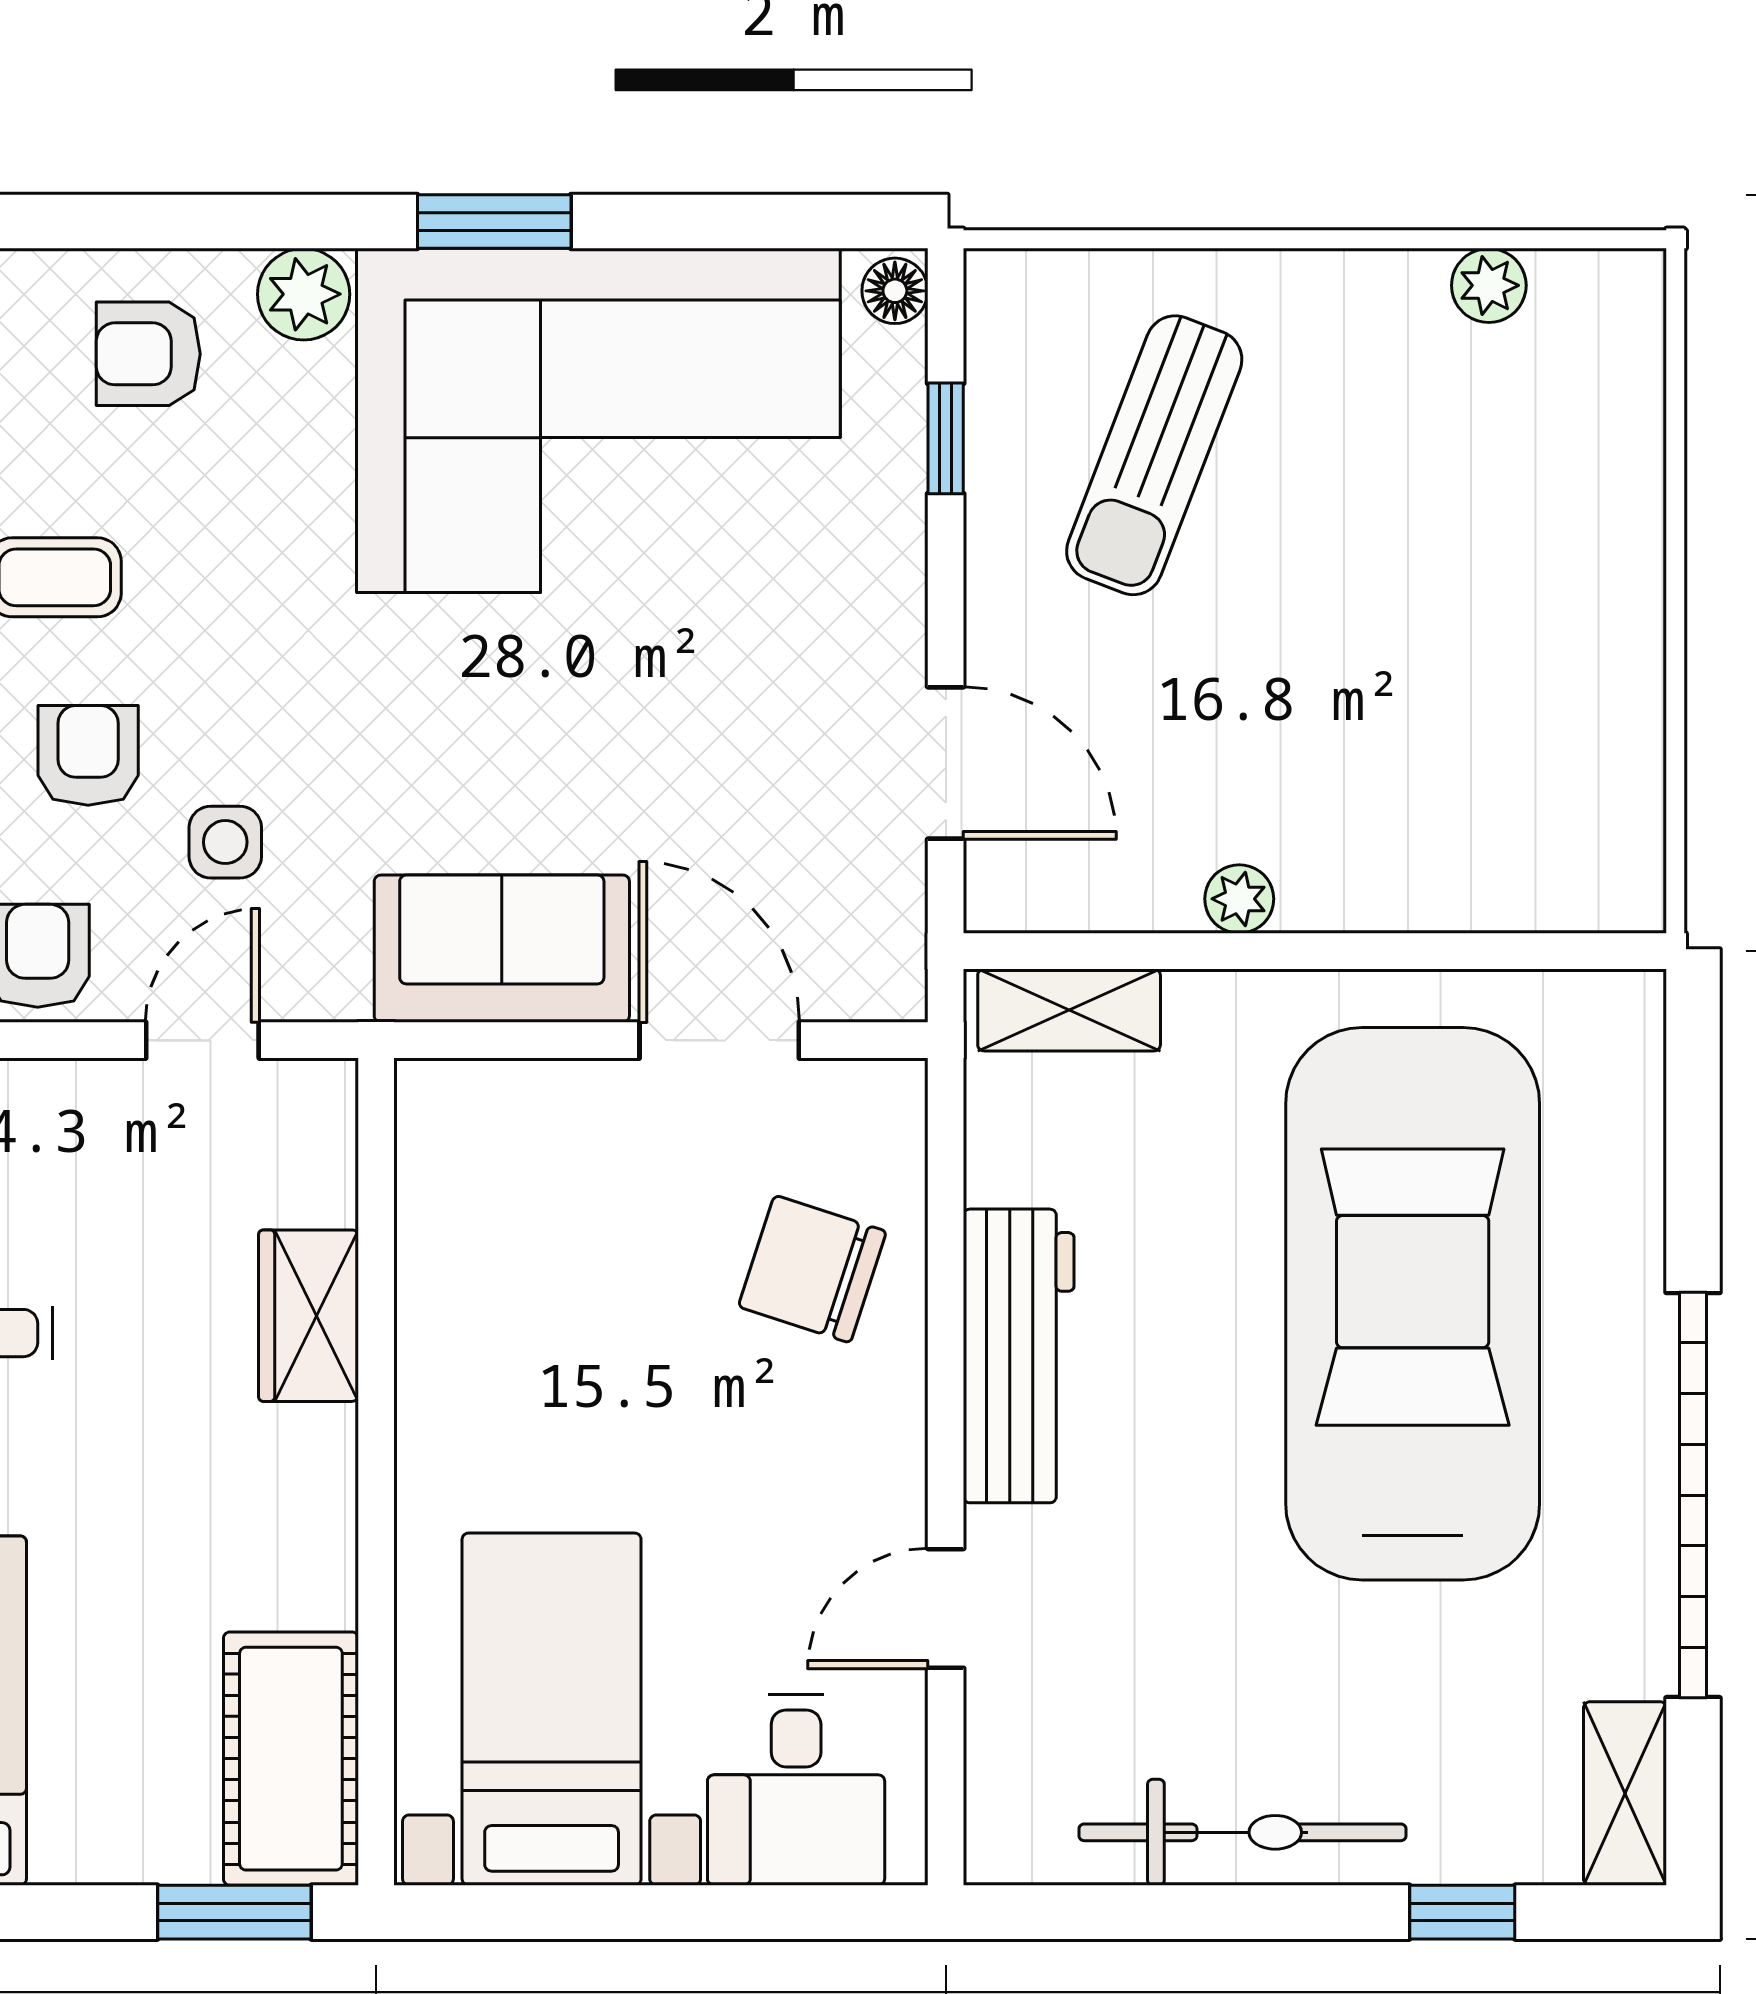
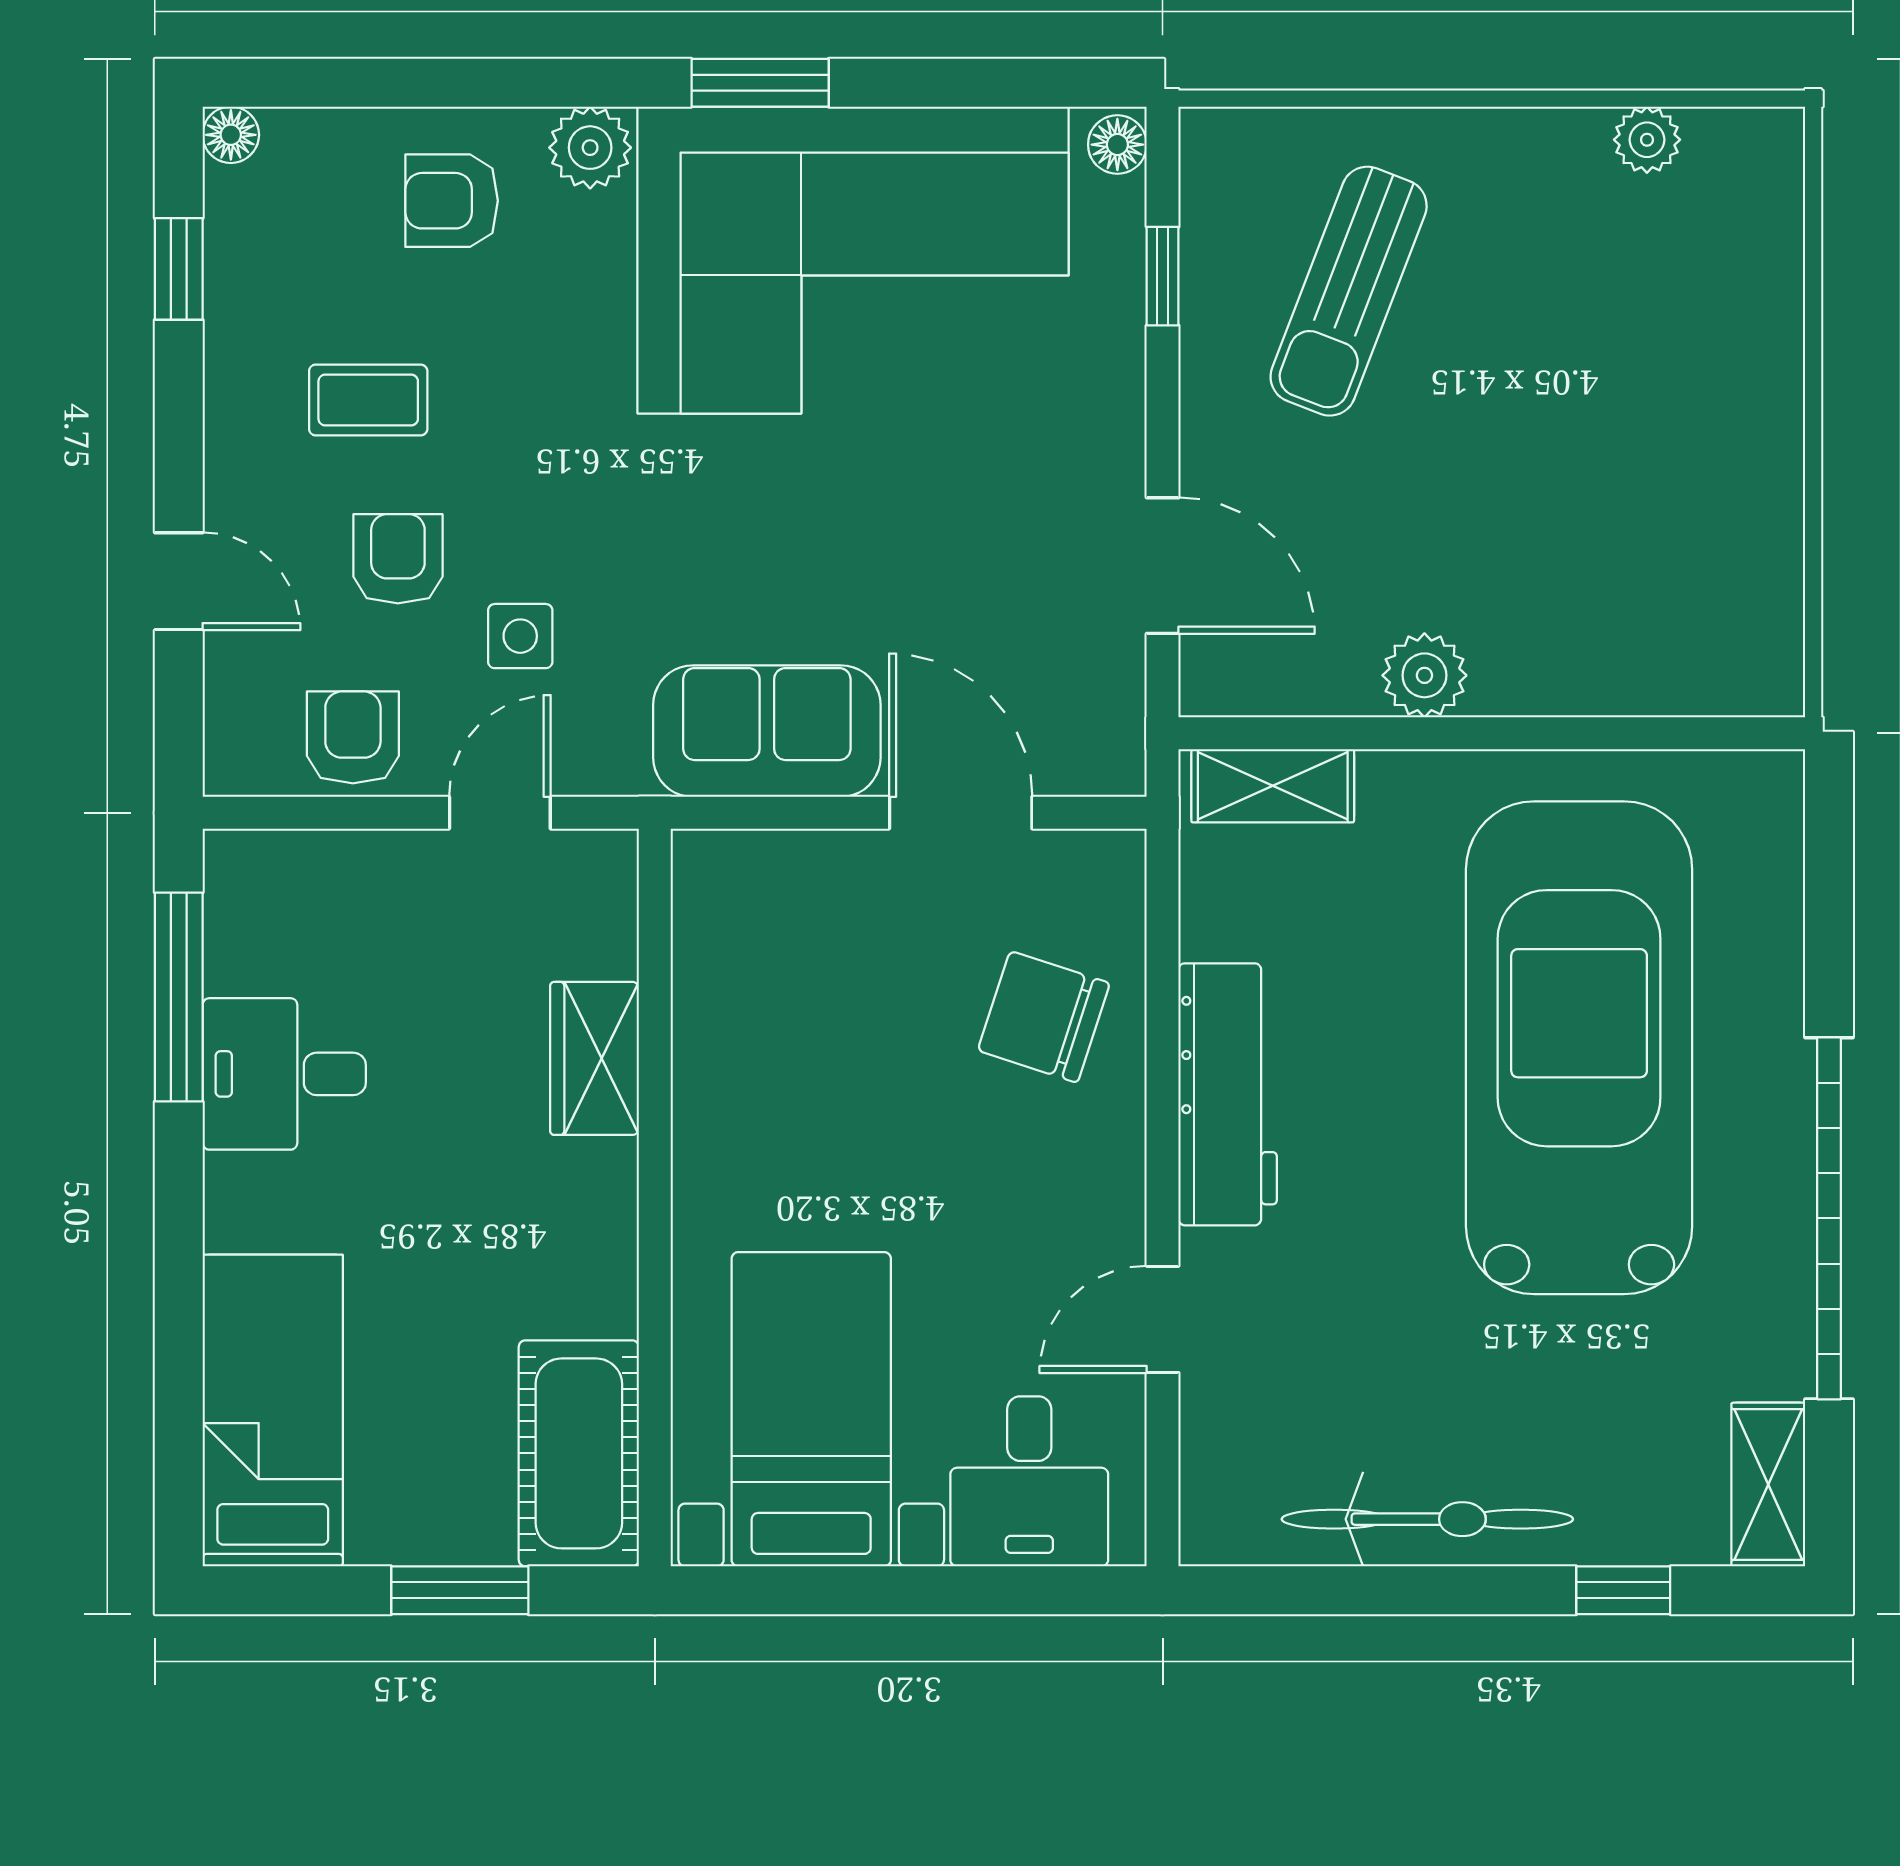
plant: (1239, 899) -> (1424, 675), width x1.38, depth x1.38
window: (234, 1912) -> (460, 1590), moved

